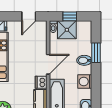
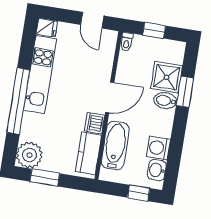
door: (29, 16) -> (92, 20), hinge flipped
shower: (67, 30) -> (166, 77), moved
washing machine: (85, 81) -> (158, 148), moved

